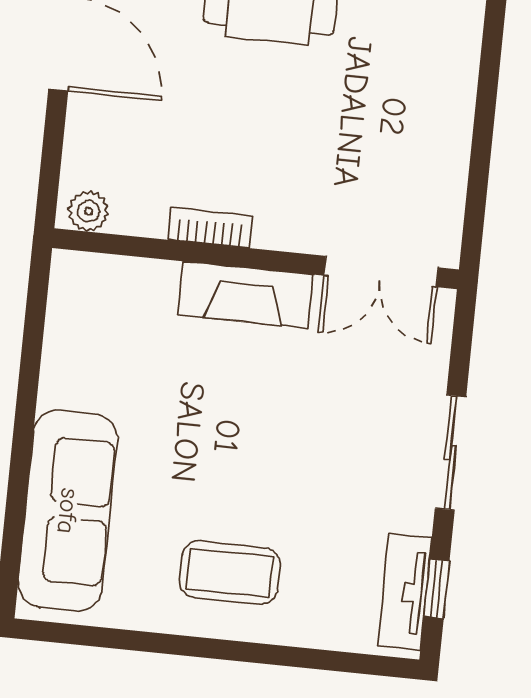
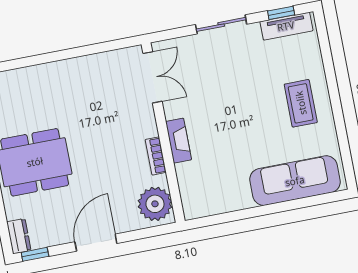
plant: (88, 211) -> (155, 204), width x1.87, depth x1.87
fireplace: (245, 295) -> (179, 141), width x0.73, depth x0.76

